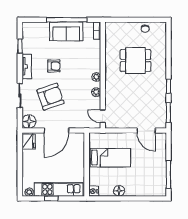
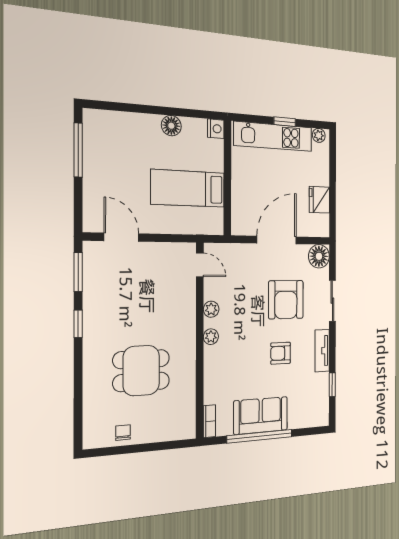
armchair: (50, 97) -> (286, 300), turned -71
fridge: (29, 141) -> (319, 200), moved

